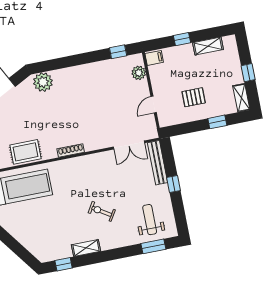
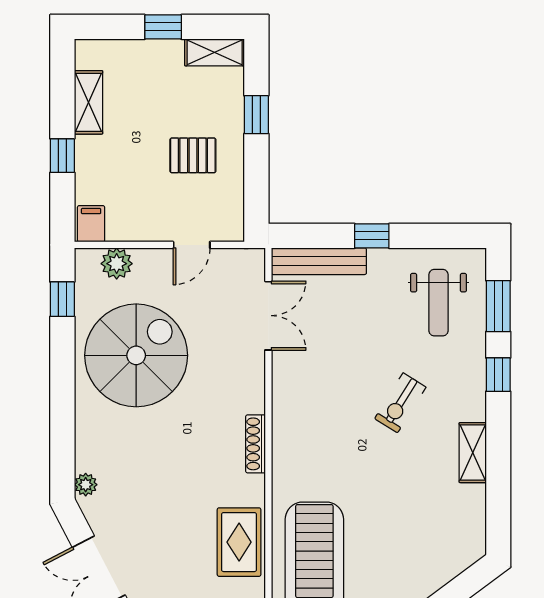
plant: (43, 82) -> (86, 485), width x0.53, depth x0.53
spiral stairs: (100, 90) -> (136, 355), added
pallet: (194, 97) -> (193, 155), turned 90
door: (154, 105) -> (192, 245), hinge flipped
weight bench: (150, 220) -> (439, 303), turned -90
window: (64, 264) -> (498, 375), moved

